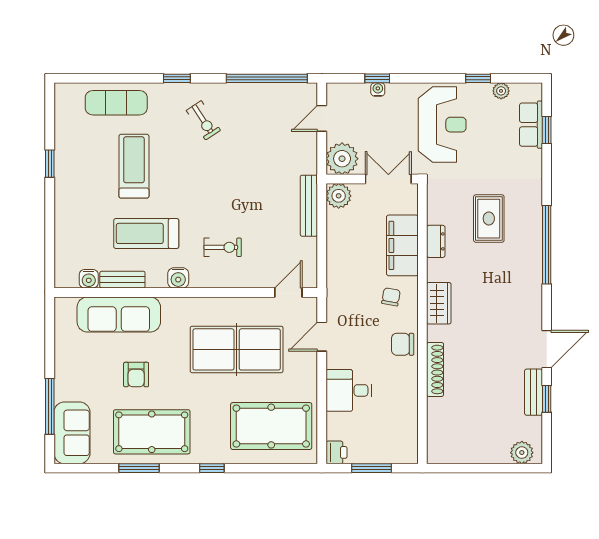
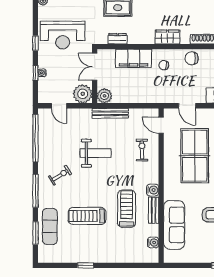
window: (105, 78) -> (35, 233), added
window: (177, 78) -> (35, 191), width x2.17
window: (478, 78) -> (35, 43), moved
reception desk: (442, 125) -> (63, 35), turned 180
weight bench: (241, 181) -> (96, 153), added
treadmill: (146, 233) -> (127, 209), turned 180
dresser: (436, 241) -> (118, 39), moved
exercise bike: (223, 247) -> (142, 150), moved
bench: (122, 280) -> (154, 210), moved
chair: (403, 344) -> (192, 58), turned 90

